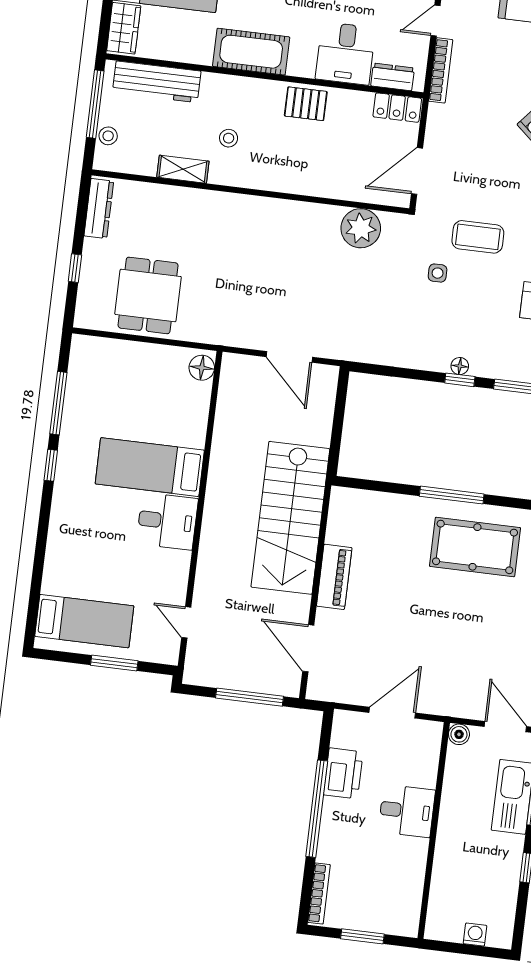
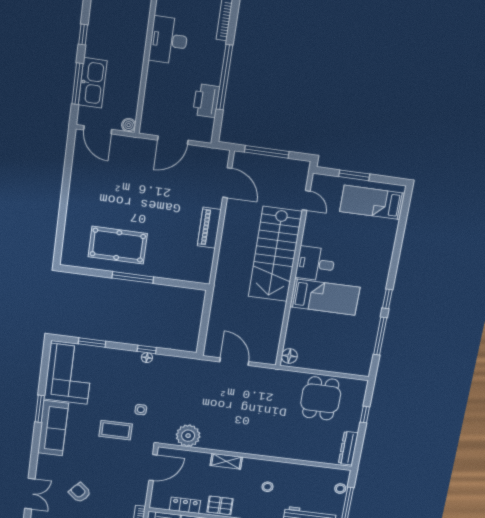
locker: (397, 108) -> (185, 505), moved
shelving: (183, 169) -> (226, 461), moved
floor lamp: (460, 366) -> (147, 358), moved
window: (460, 380) -> (147, 349), moved
stairs: (290, 518) -> (275, 254), moved, turned 180
desk: (407, 811) -> (169, 40), moved, width x1.37

